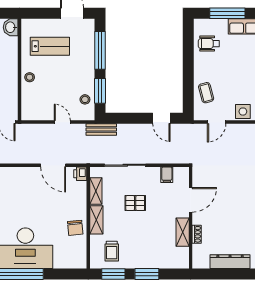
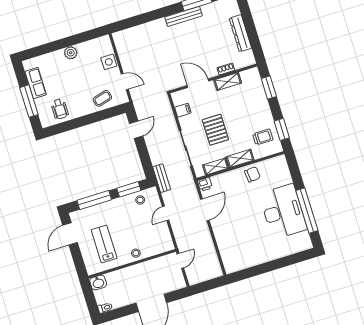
pallet: (135, 203) -> (215, 130), width x1.50, depth x1.42
window: (147, 274) -> (269, 87), moved

